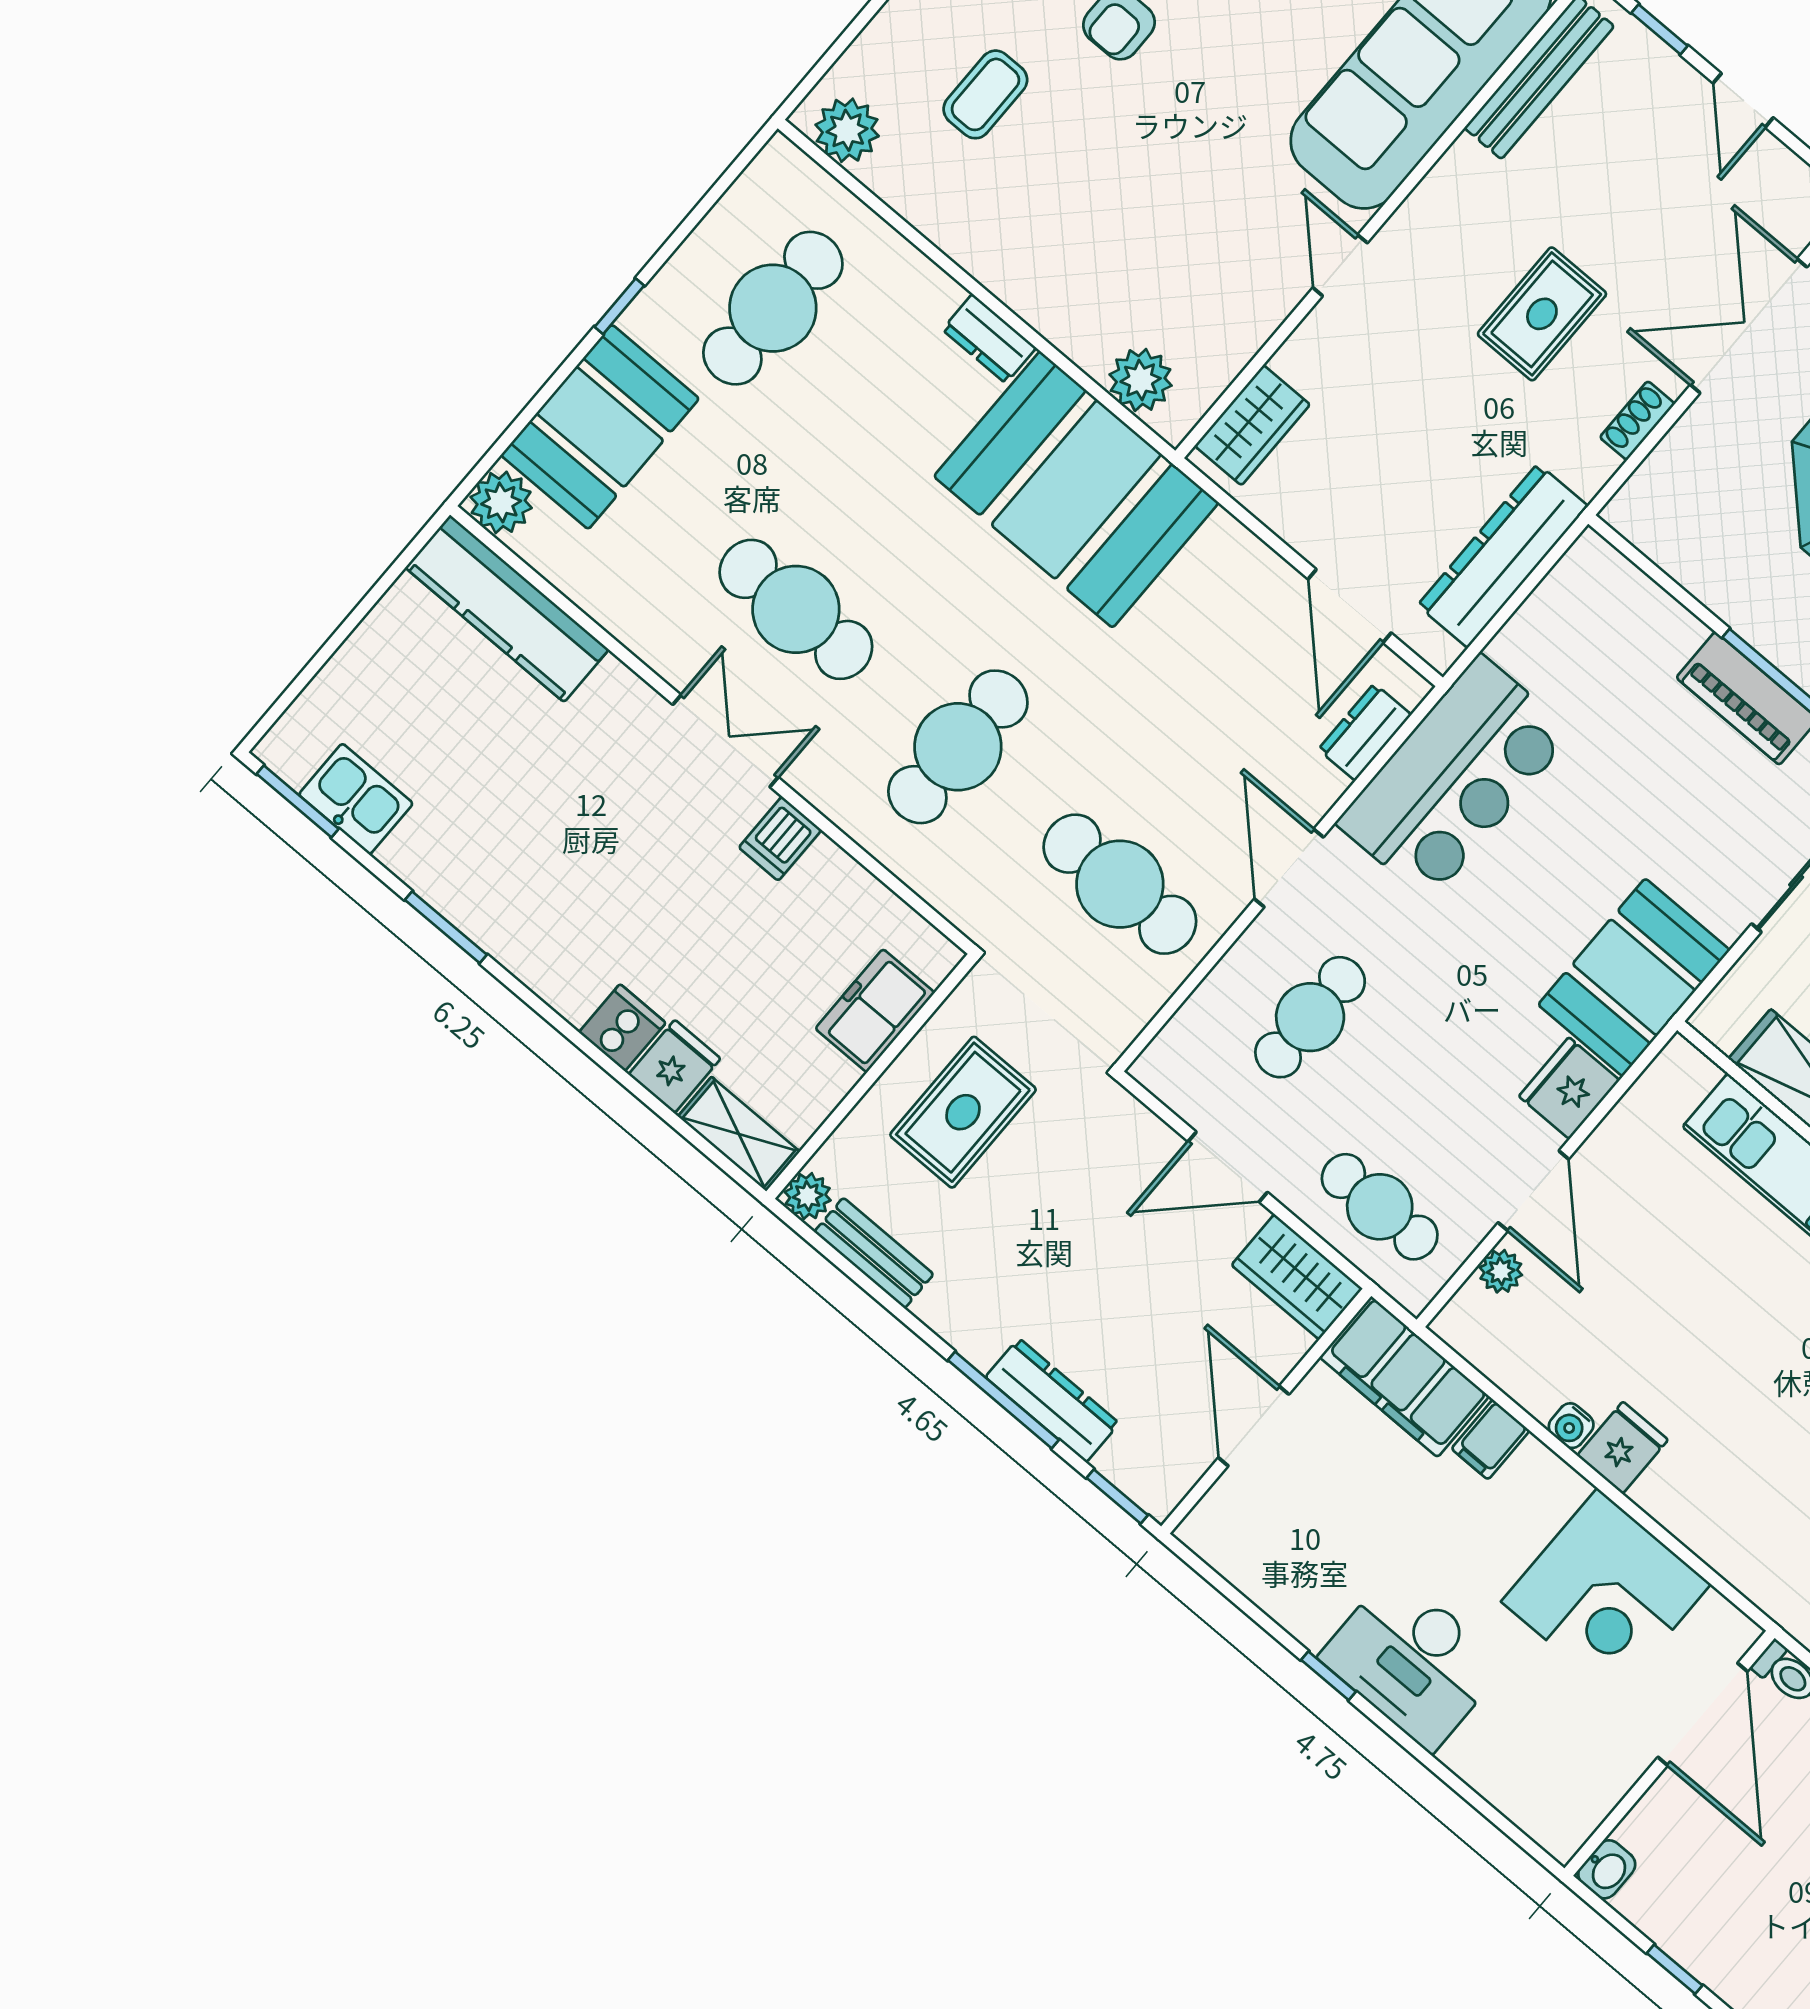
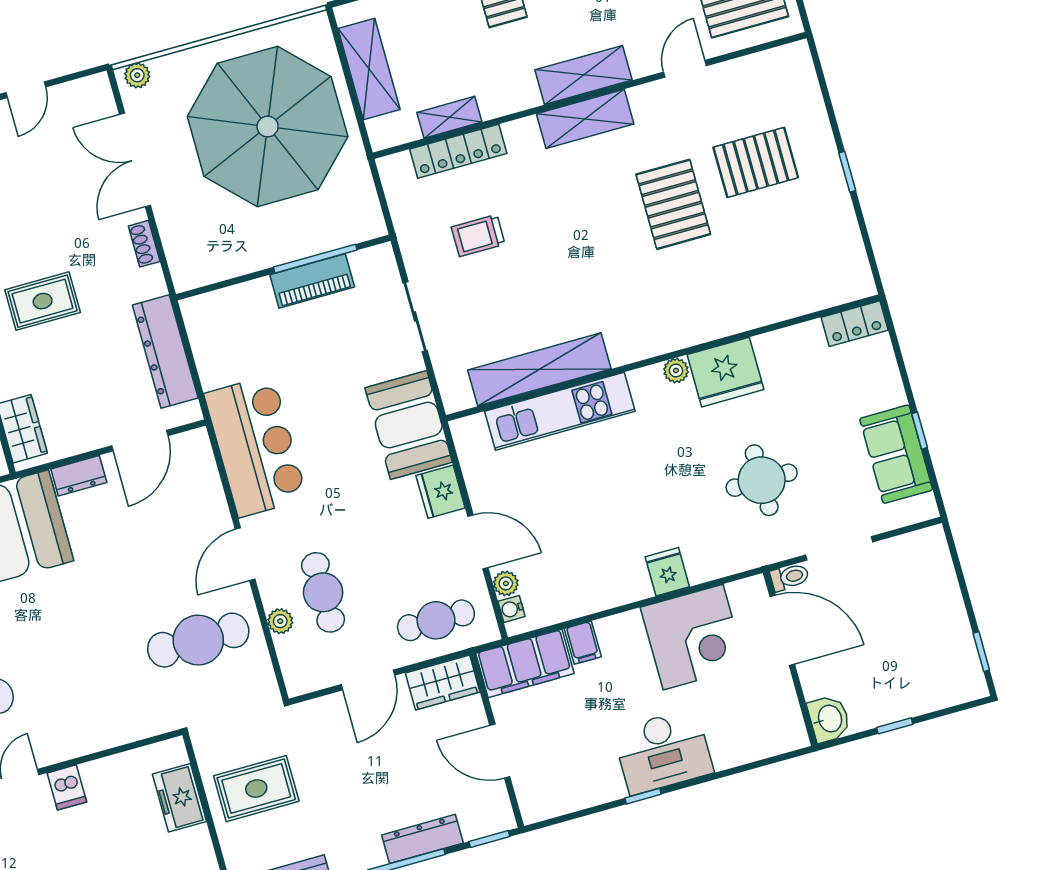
door: (1743, 100) -> (26, 90), hinge flipped
rug: (1542, 314) -> (43, 301), moved, turned 90
door: (1350, 606) -> (140, 441), hinge flipped
dresser: (1365, 732) -> (79, 476), moved, turned -90
cafe table: (958, 747) -> (80, 673), removed
door: (1289, 868) -> (245, 554), hinge flipped
plant: (1227, 984) -> (280, 621), added
rug: (963, 1112) -> (256, 789), turned 90
water cooler: (1571, 1426) -> (511, 609), moved, turned 90
fridge: (1623, 1448) -> (667, 572), moved
washbasin: (1607, 1869) -> (829, 719), width x1.38, depth x1.45

